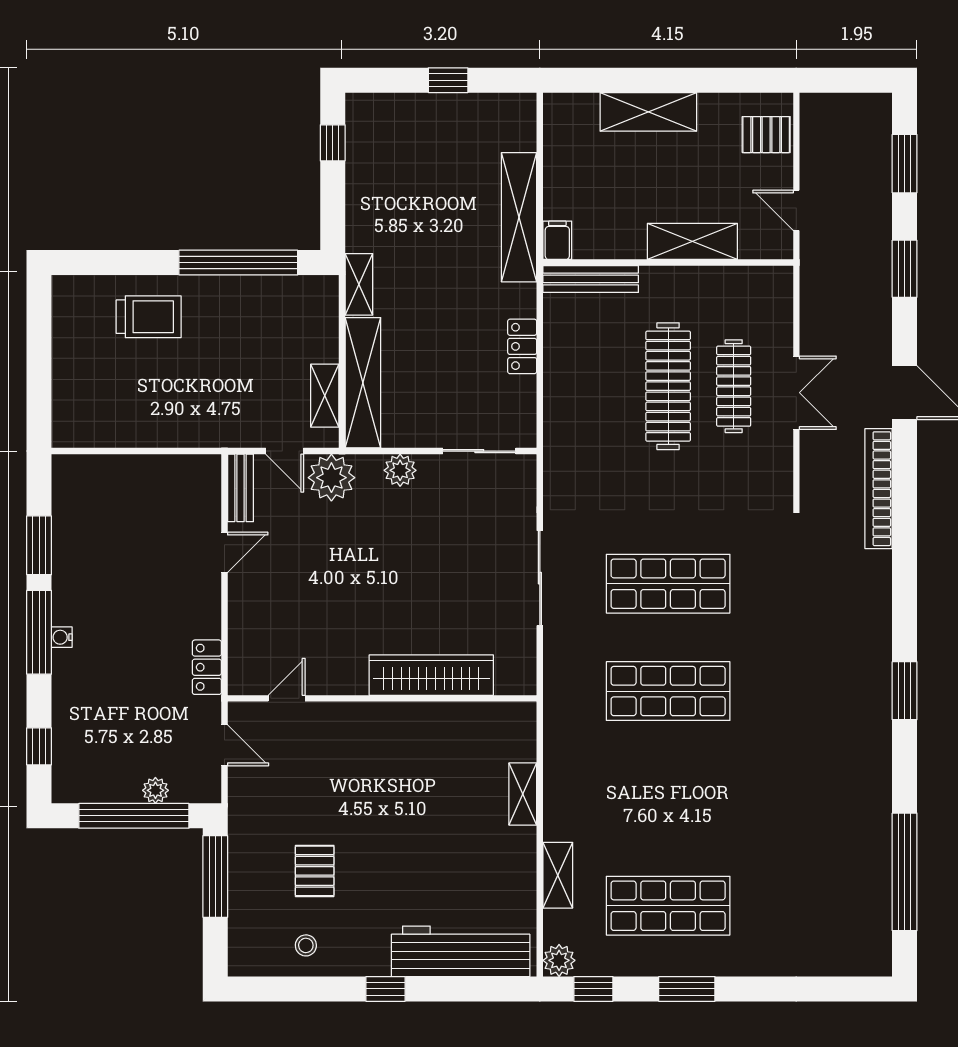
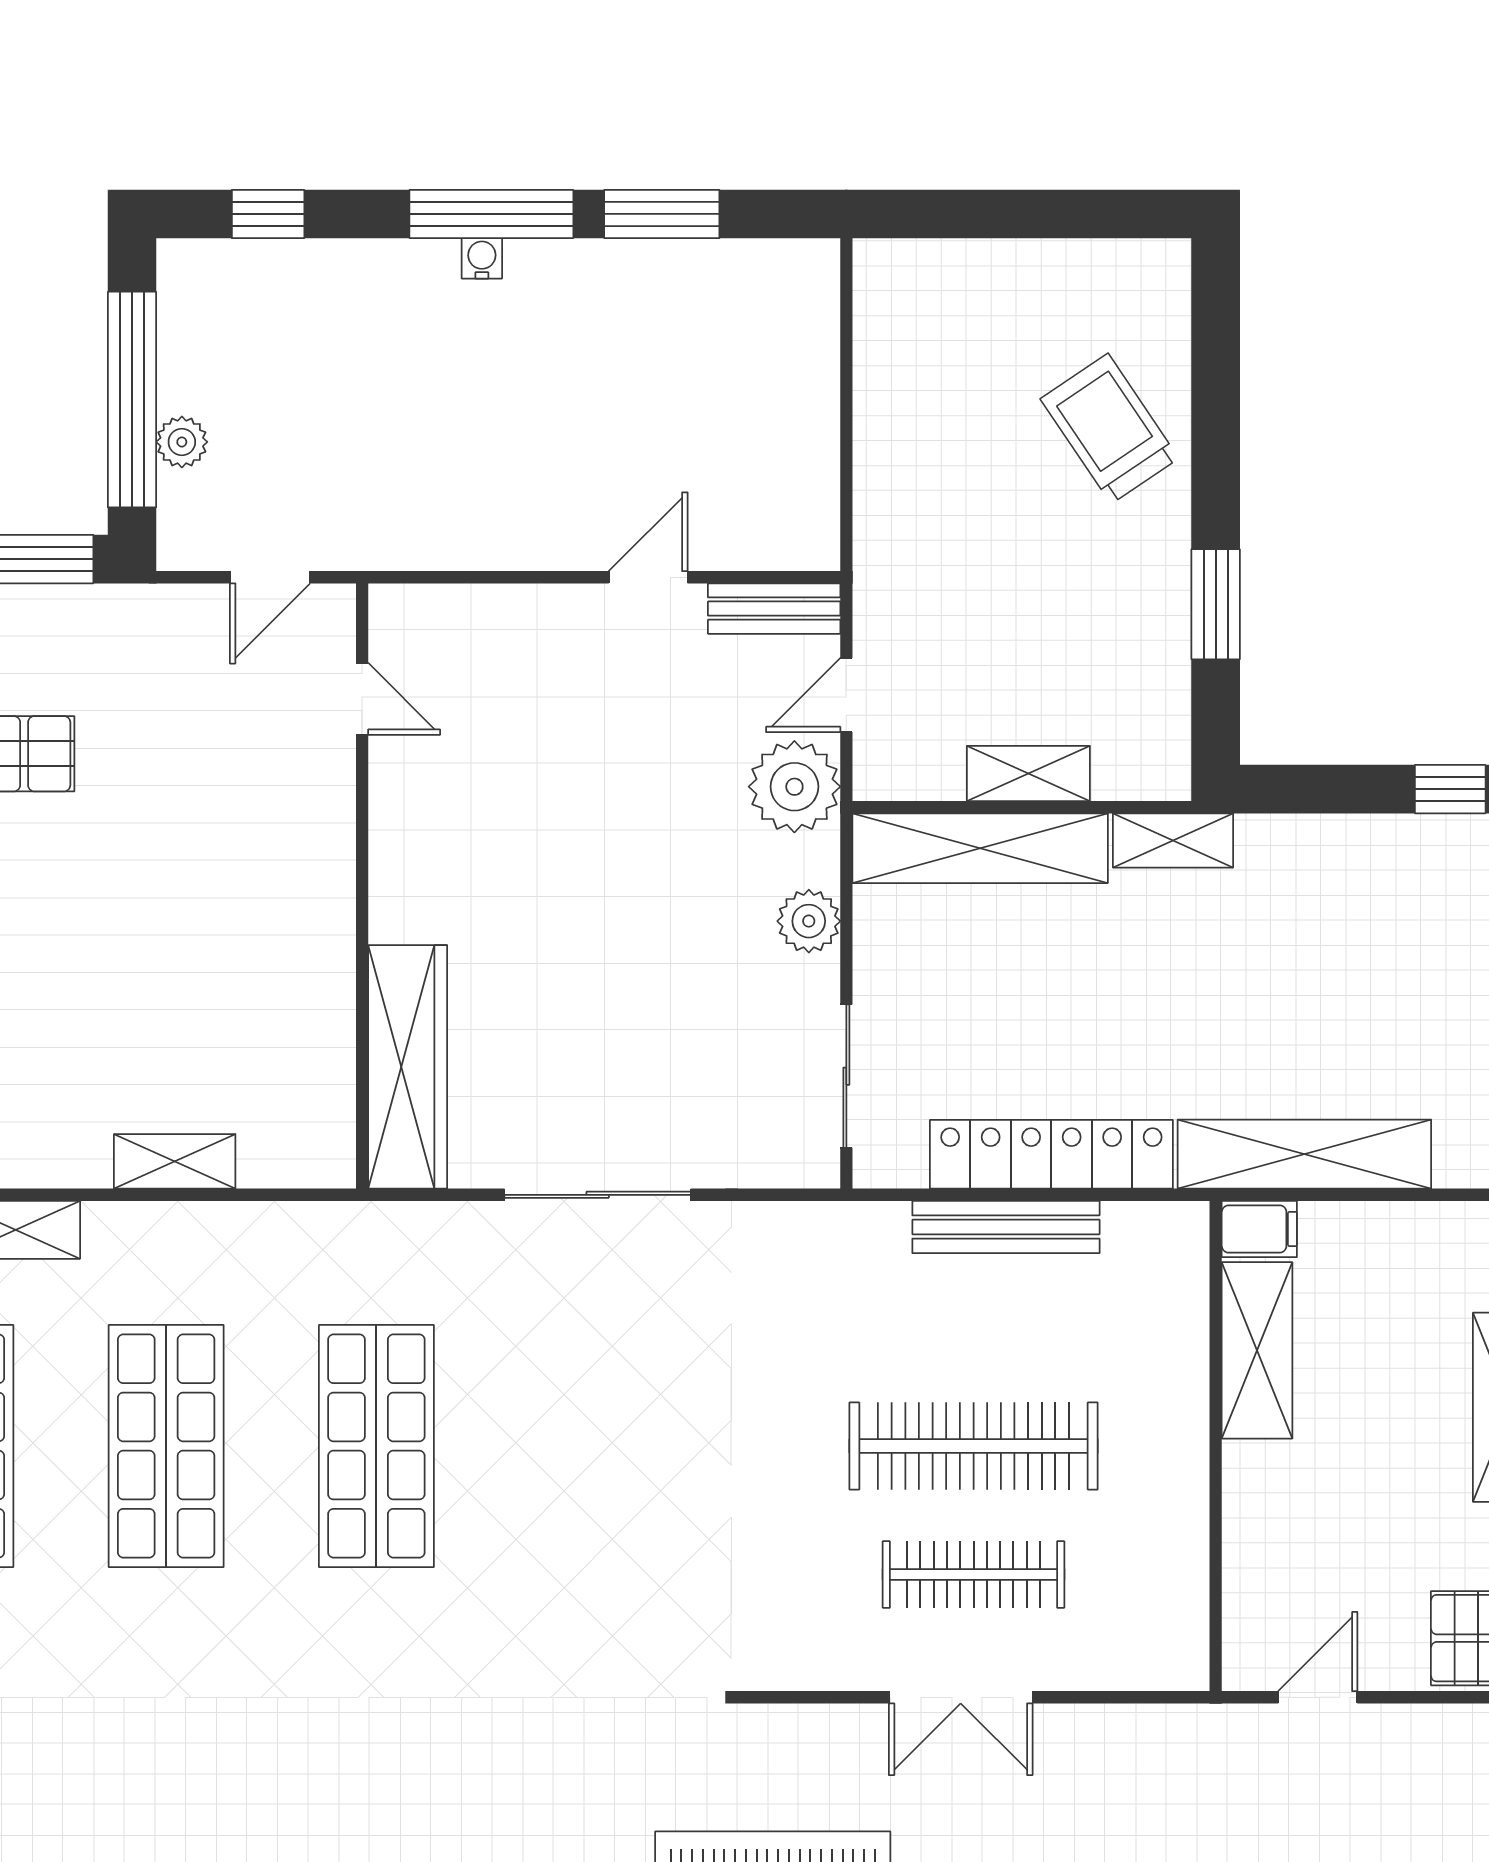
shelving: (692, 241) -> (1257, 1350), moved
window: (238, 263) -> (1216, 604), width x0.47
bench: (591, 279) -> (1006, 1227), moved, turned 90
trolley: (149, 317) -> (1110, 429), turned 146
locker: (522, 346) -> (1051, 1154), width x2.16, depth x1.21
shelving: (325, 396) -> (1028, 774), moved
door: (225, 552) -> (648, 577), swing flipped
shop shelf: (668, 584) -> (166, 1446), moved
locker: (207, 667) -> (423, 543), removed
wardrobe: (431, 675) -> (408, 1067), moved

